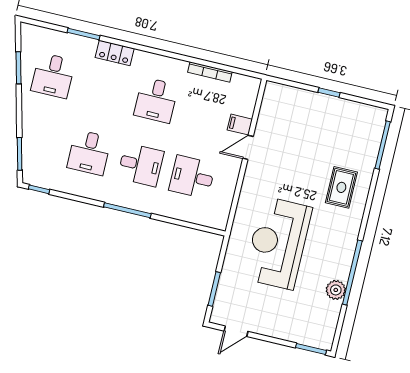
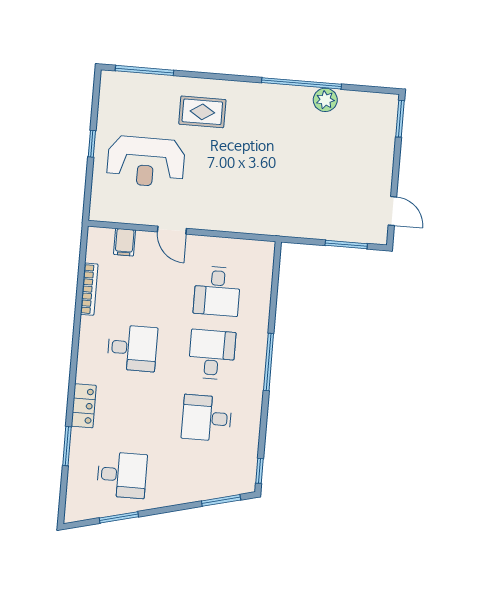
filing cabinet: (240, 125) -> (125, 242), moved
desk: (89, 152) -> (207, 418), turned 180
reception desk: (278, 243) -> (146, 162), moved, width x0.74, depth x0.77

